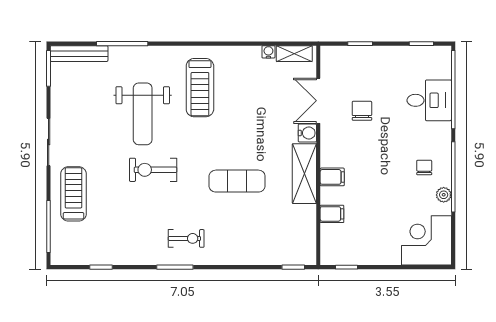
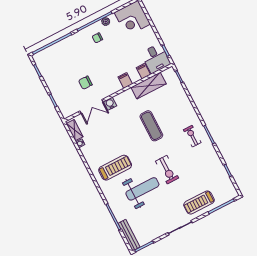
desk: (429, 100) -> (156, 58), moved, turned 180
shelving: (304, 174) -> (149, 86), moved

